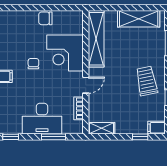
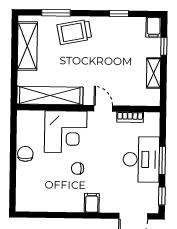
chair: (45, 18) -> (25, 154), turned 180
trolley: (147, 81) -> (74, 32), moved
shelving: (102, 128) -> (154, 73), moved
window: (54, 137) -> (162, 160), moved

